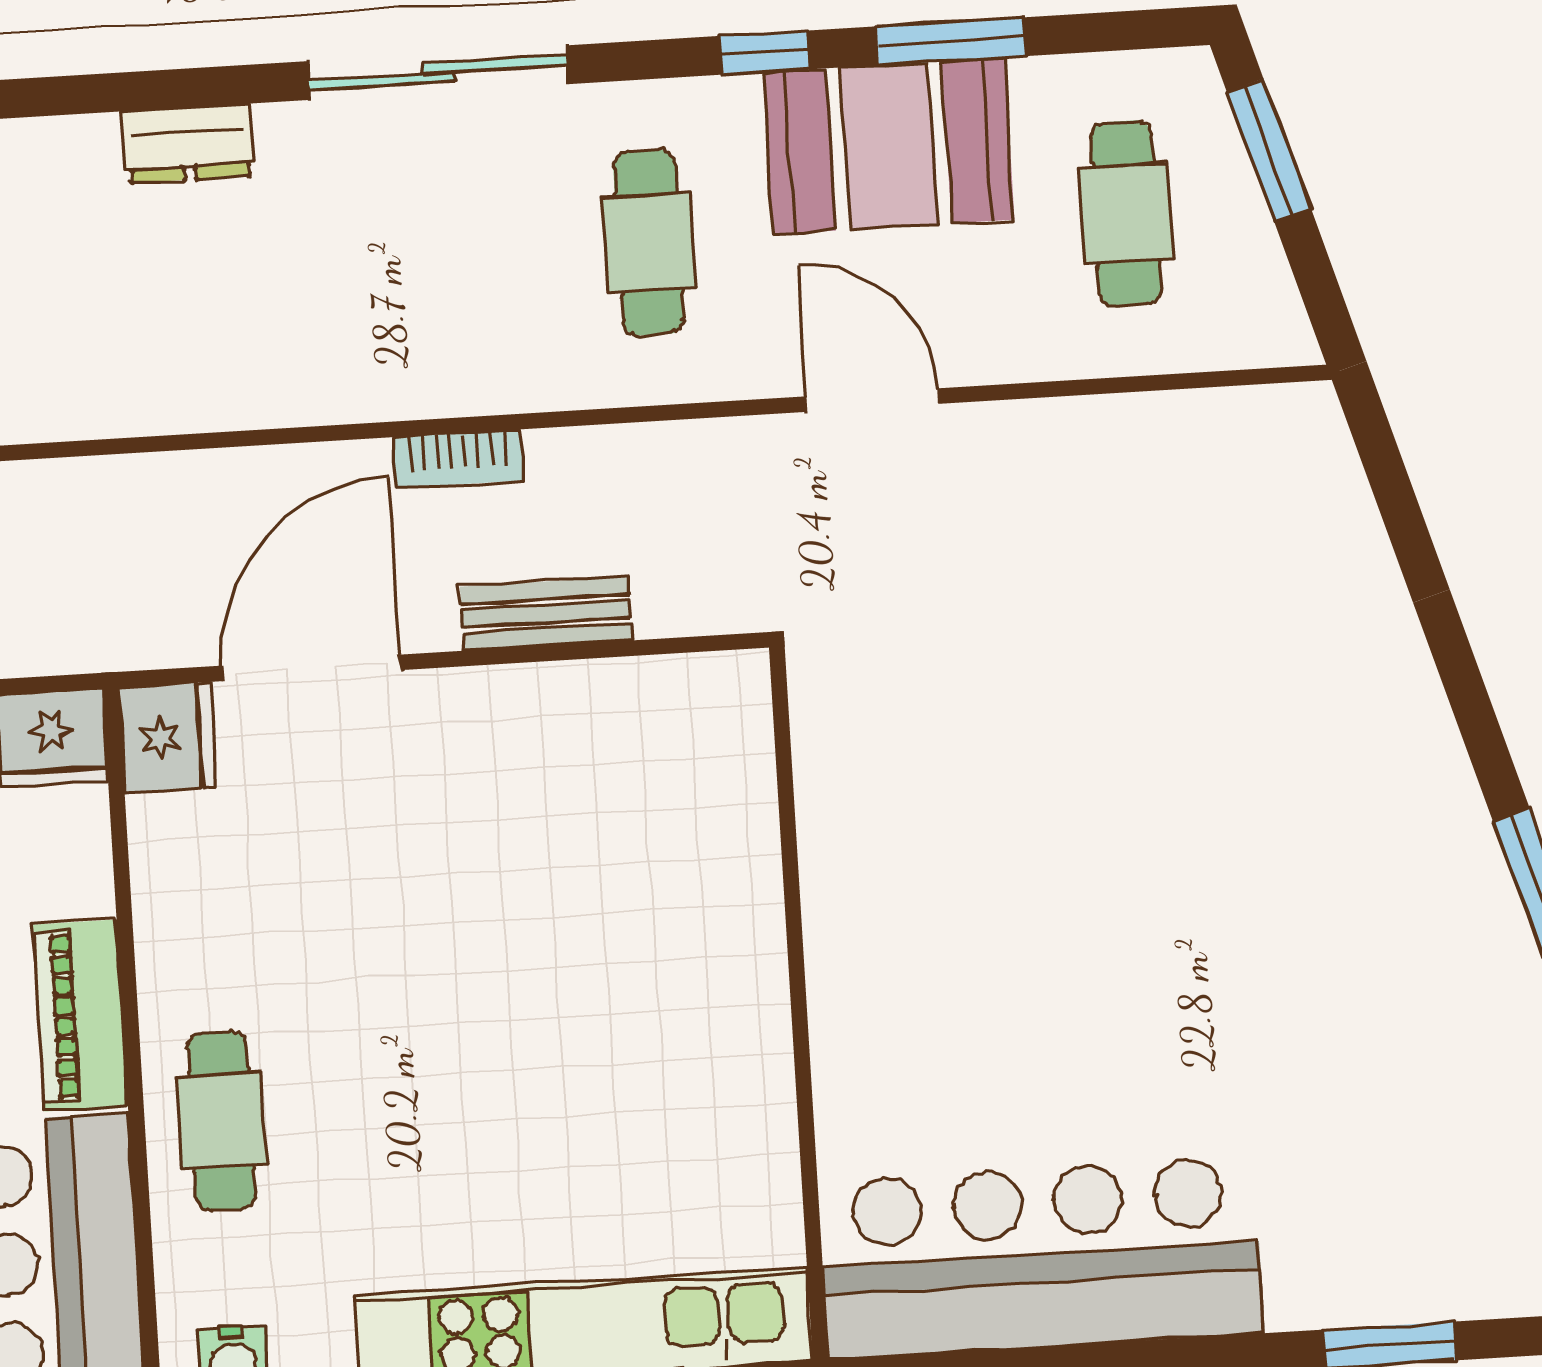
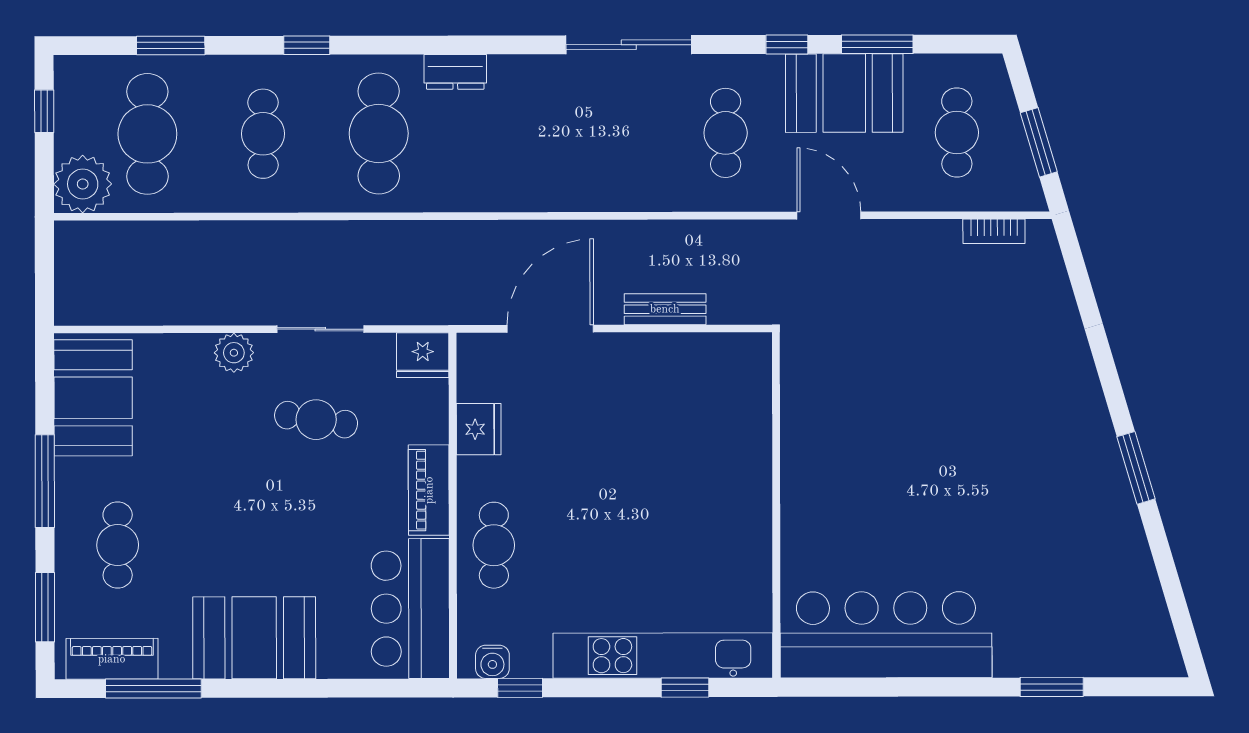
dresser: (189, 144) -> (455, 72), moved
window: (1269, 150) -> (1039, 142), moved
bookcase: (458, 459) -> (994, 231), moved
fridge: (167, 738) -> (479, 429), moved

